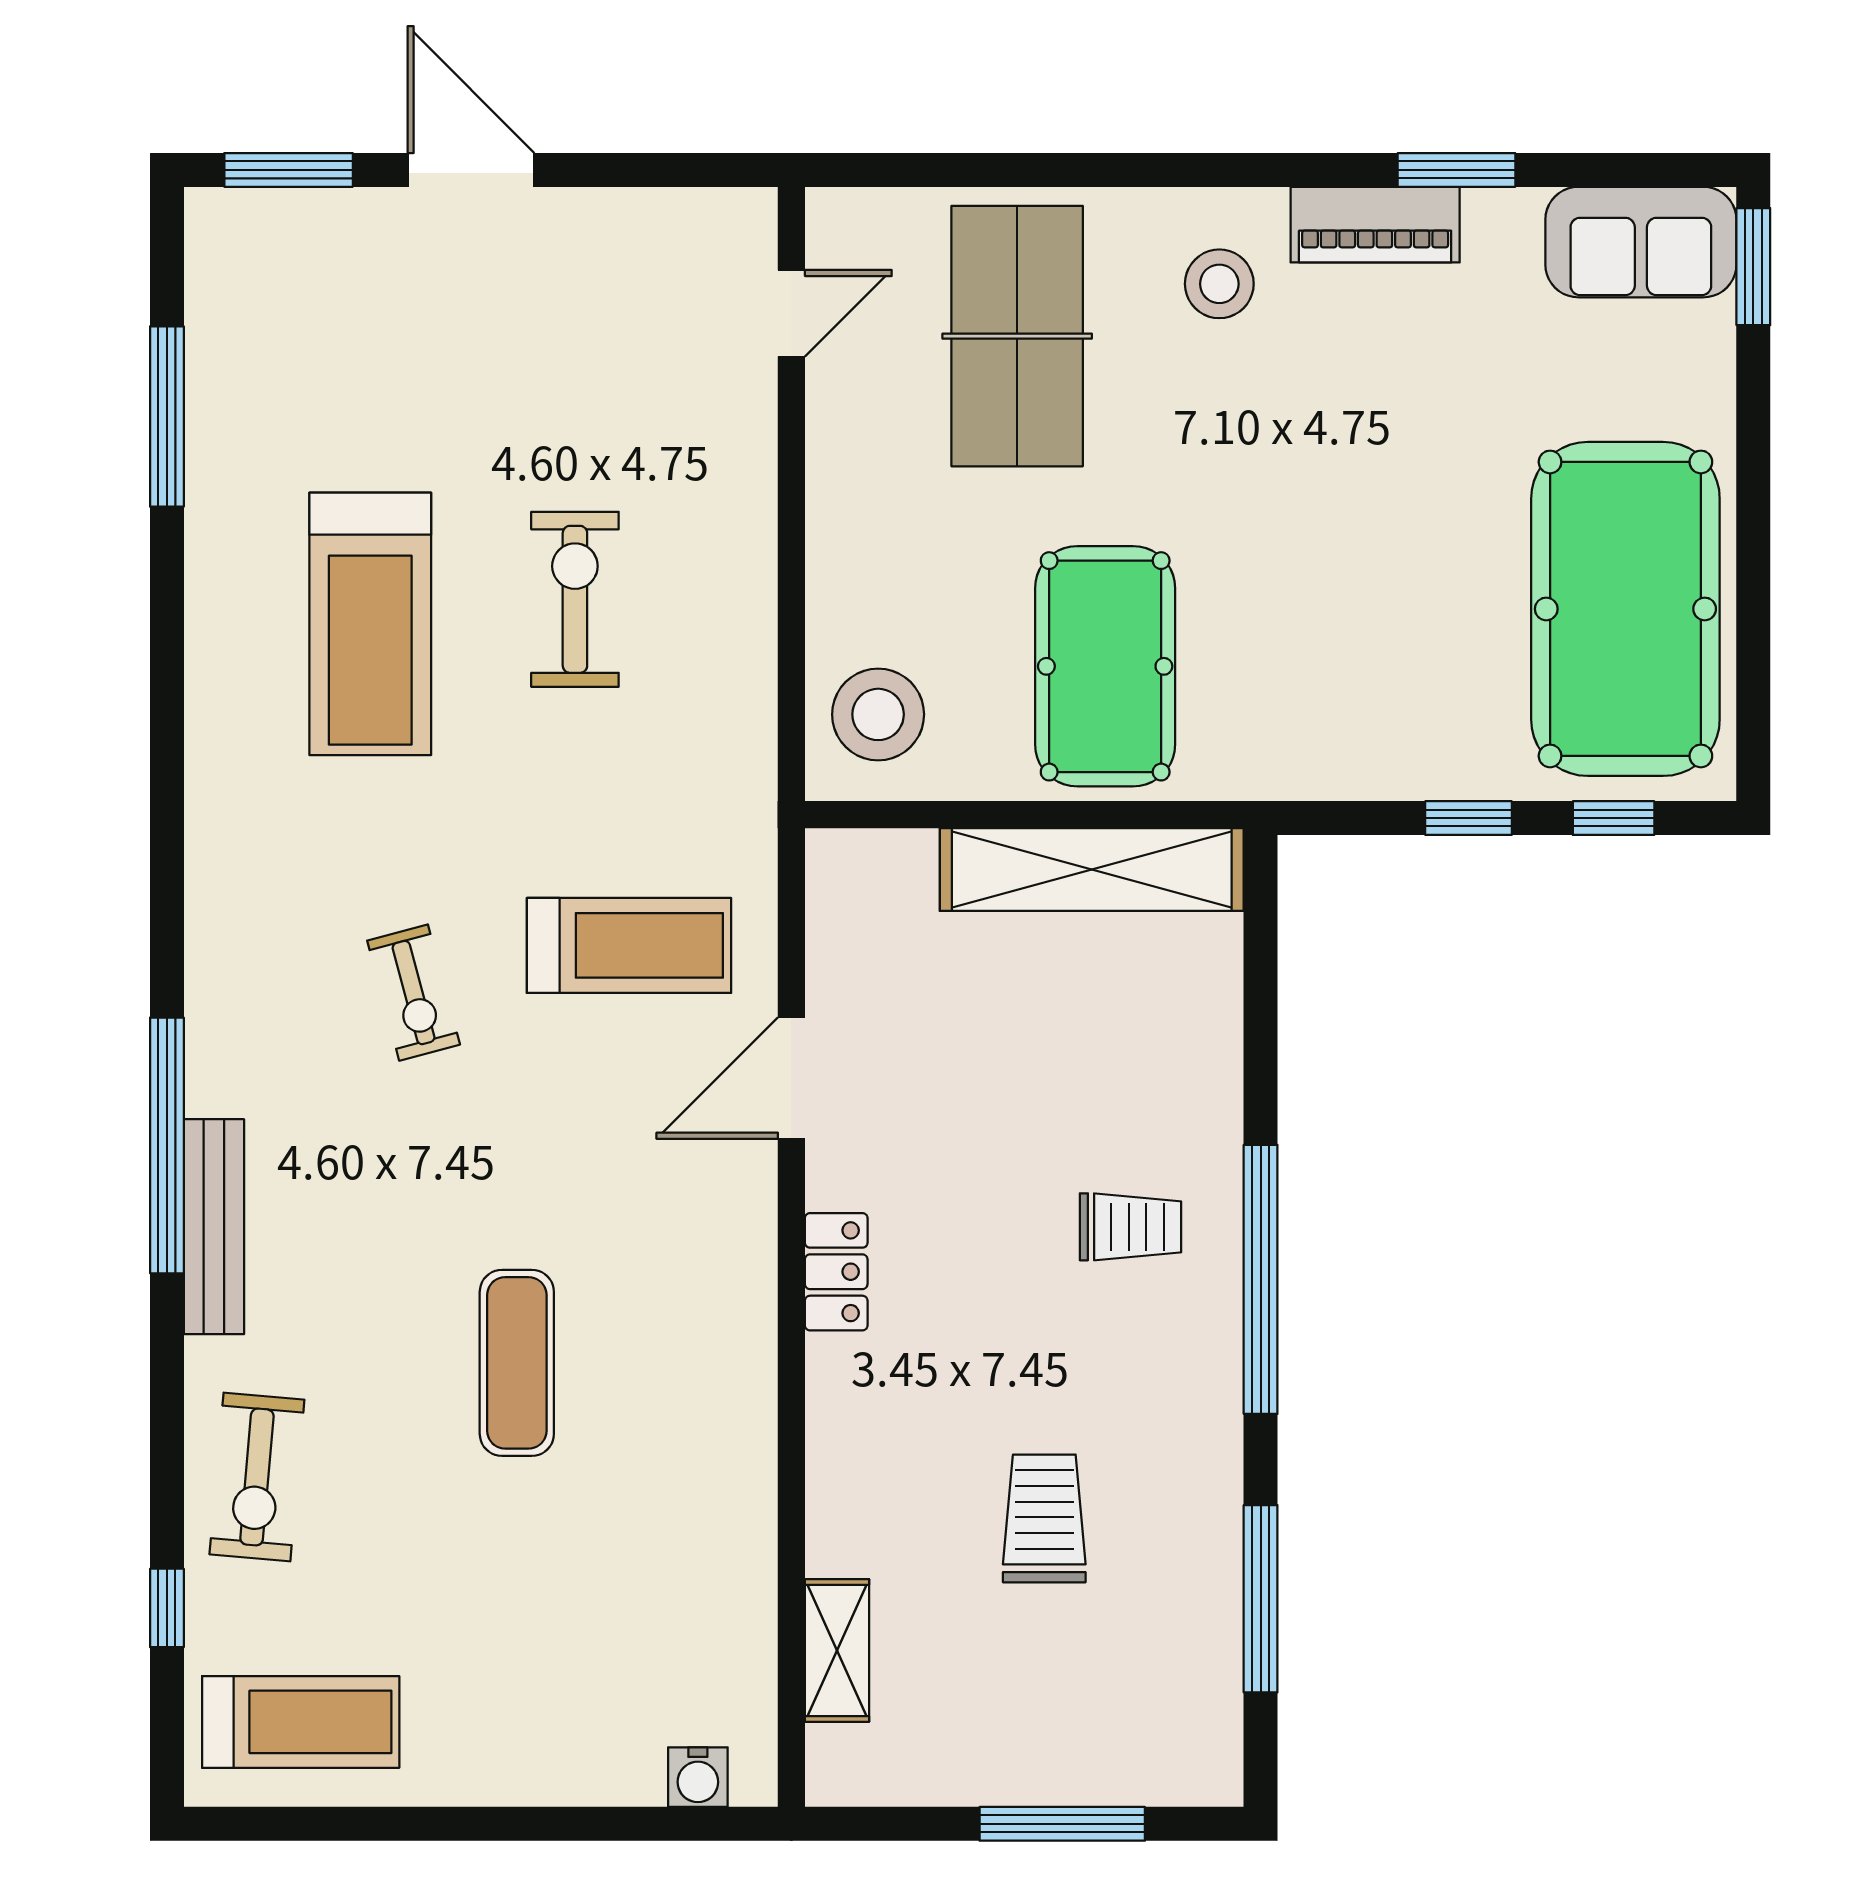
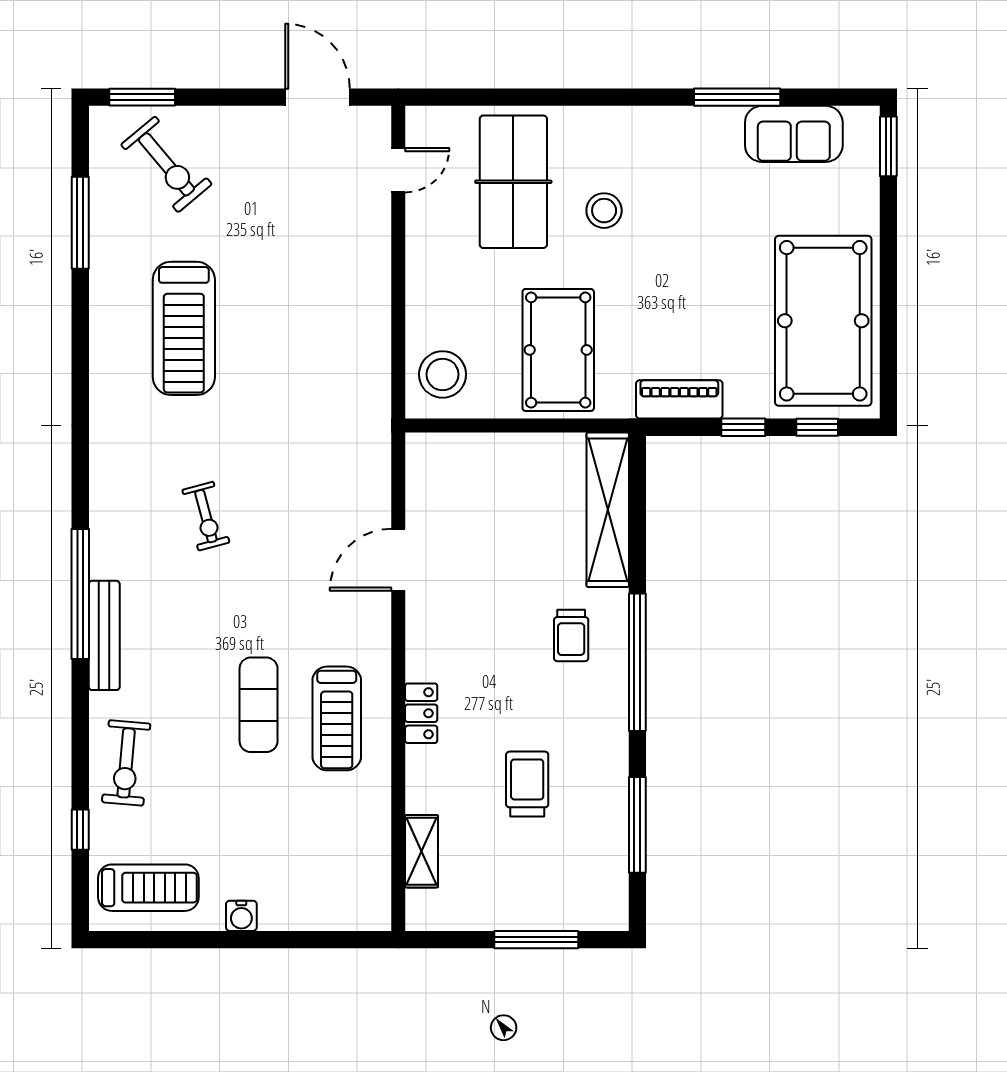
door: (471, 170) -> (318, 97), moved
window: (1457, 170) -> (737, 97), width x1.44
piano: (1375, 225) -> (679, 399), moved, turned 180
sofa: (1641, 242) -> (794, 134), moved
stool: (1219, 284) -> (604, 211), moved
exercise bike: (575, 599) -> (166, 164), moved, turned 140
shelving: (1092, 870) -> (608, 510), moved, turned 90
treadmill: (629, 945) -> (337, 718), moved, turned 90
trolley: (1131, 1227) -> (571, 635), turned 90
locker: (836, 1272) -> (421, 713), moved
water cooler: (698, 1777) -> (241, 916), moved

